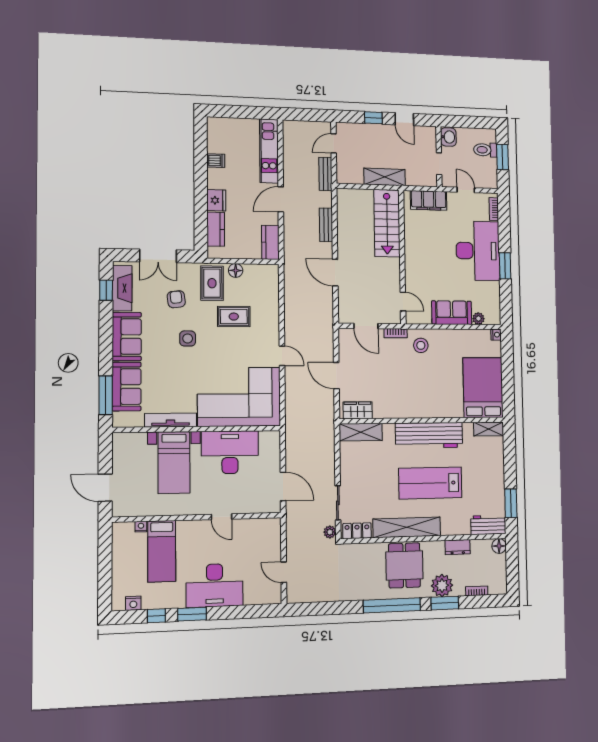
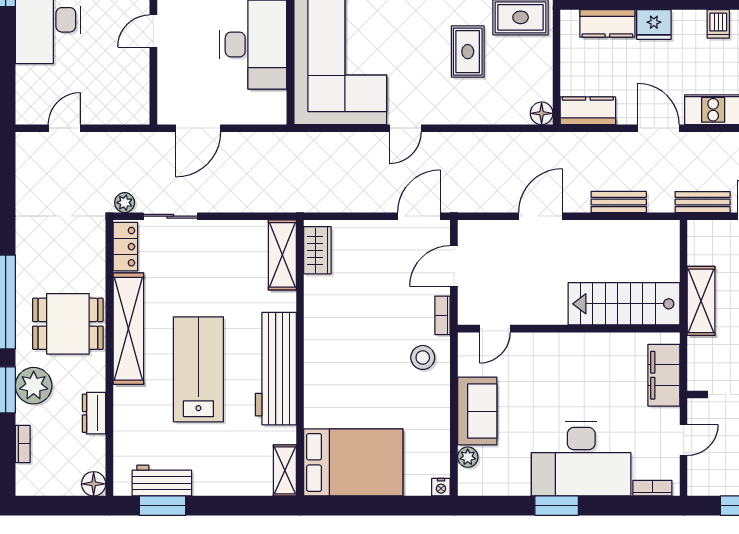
floor lamp: (236, 270) -> (542, 113), moved
door: (336, 376) -> (419, 216), moved
workbench: (488, 525) -> (162, 481), moved, turned -90

